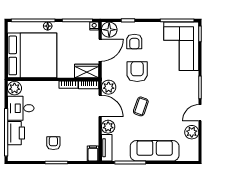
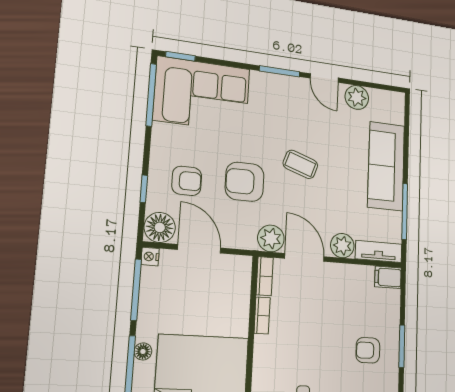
wardrobe: (87, 71) -> (238, 278), removed
door: (100, 106) -> (305, 257), hinge flipped
coffee table: (141, 106) -> (300, 164), moved

